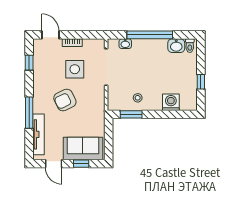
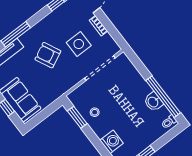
window: (150, 35) -> (163, 97), moved
washbasin: (125, 44) -> (130, 69), removed
washbasin: (176, 46) -> (153, 102), moved

